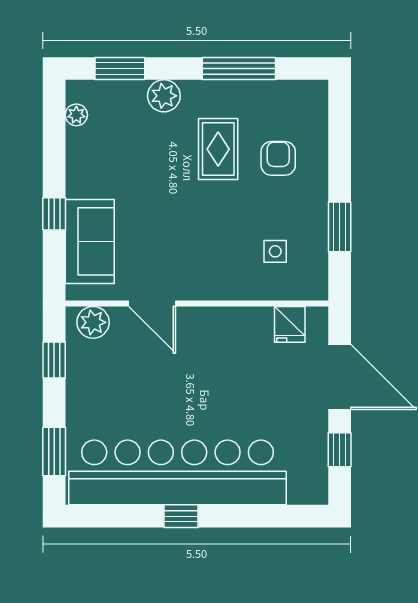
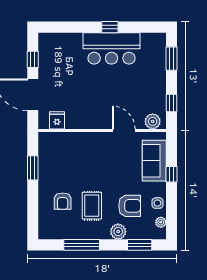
armchair: (140, 149) -> (130, 206), added
side table: (275, 251) -> (157, 203), moved
bar counter: (178, 472) -> (112, 48), width x0.54

